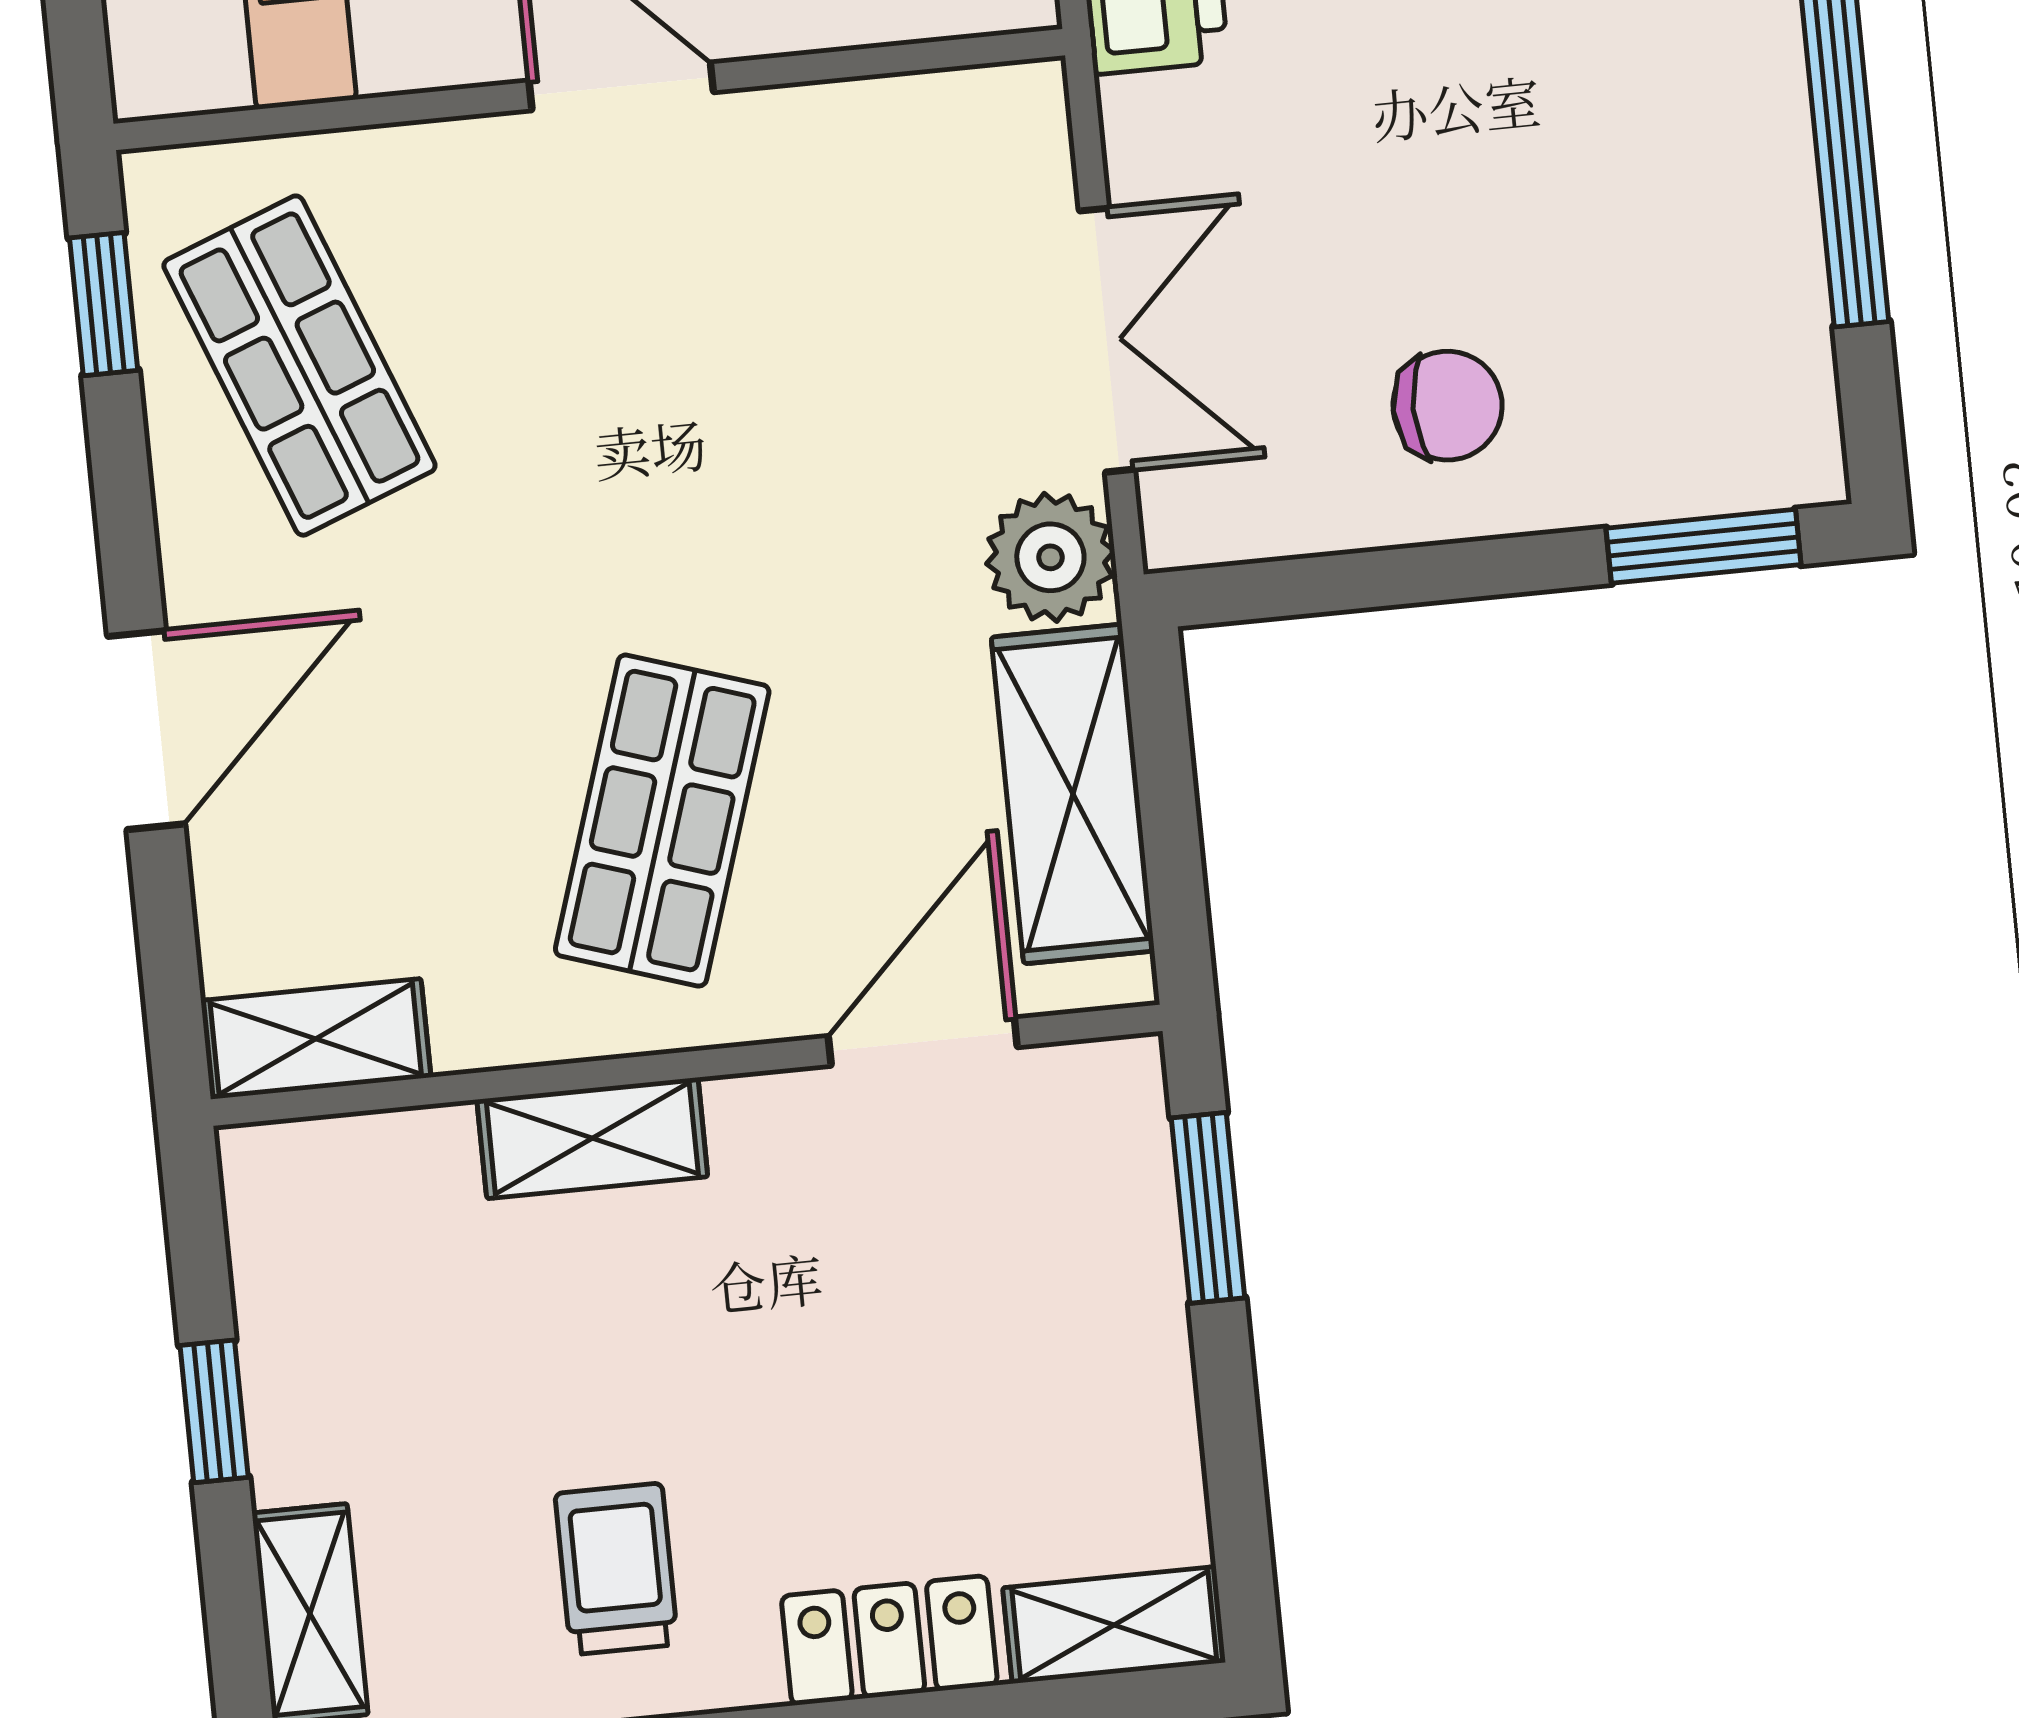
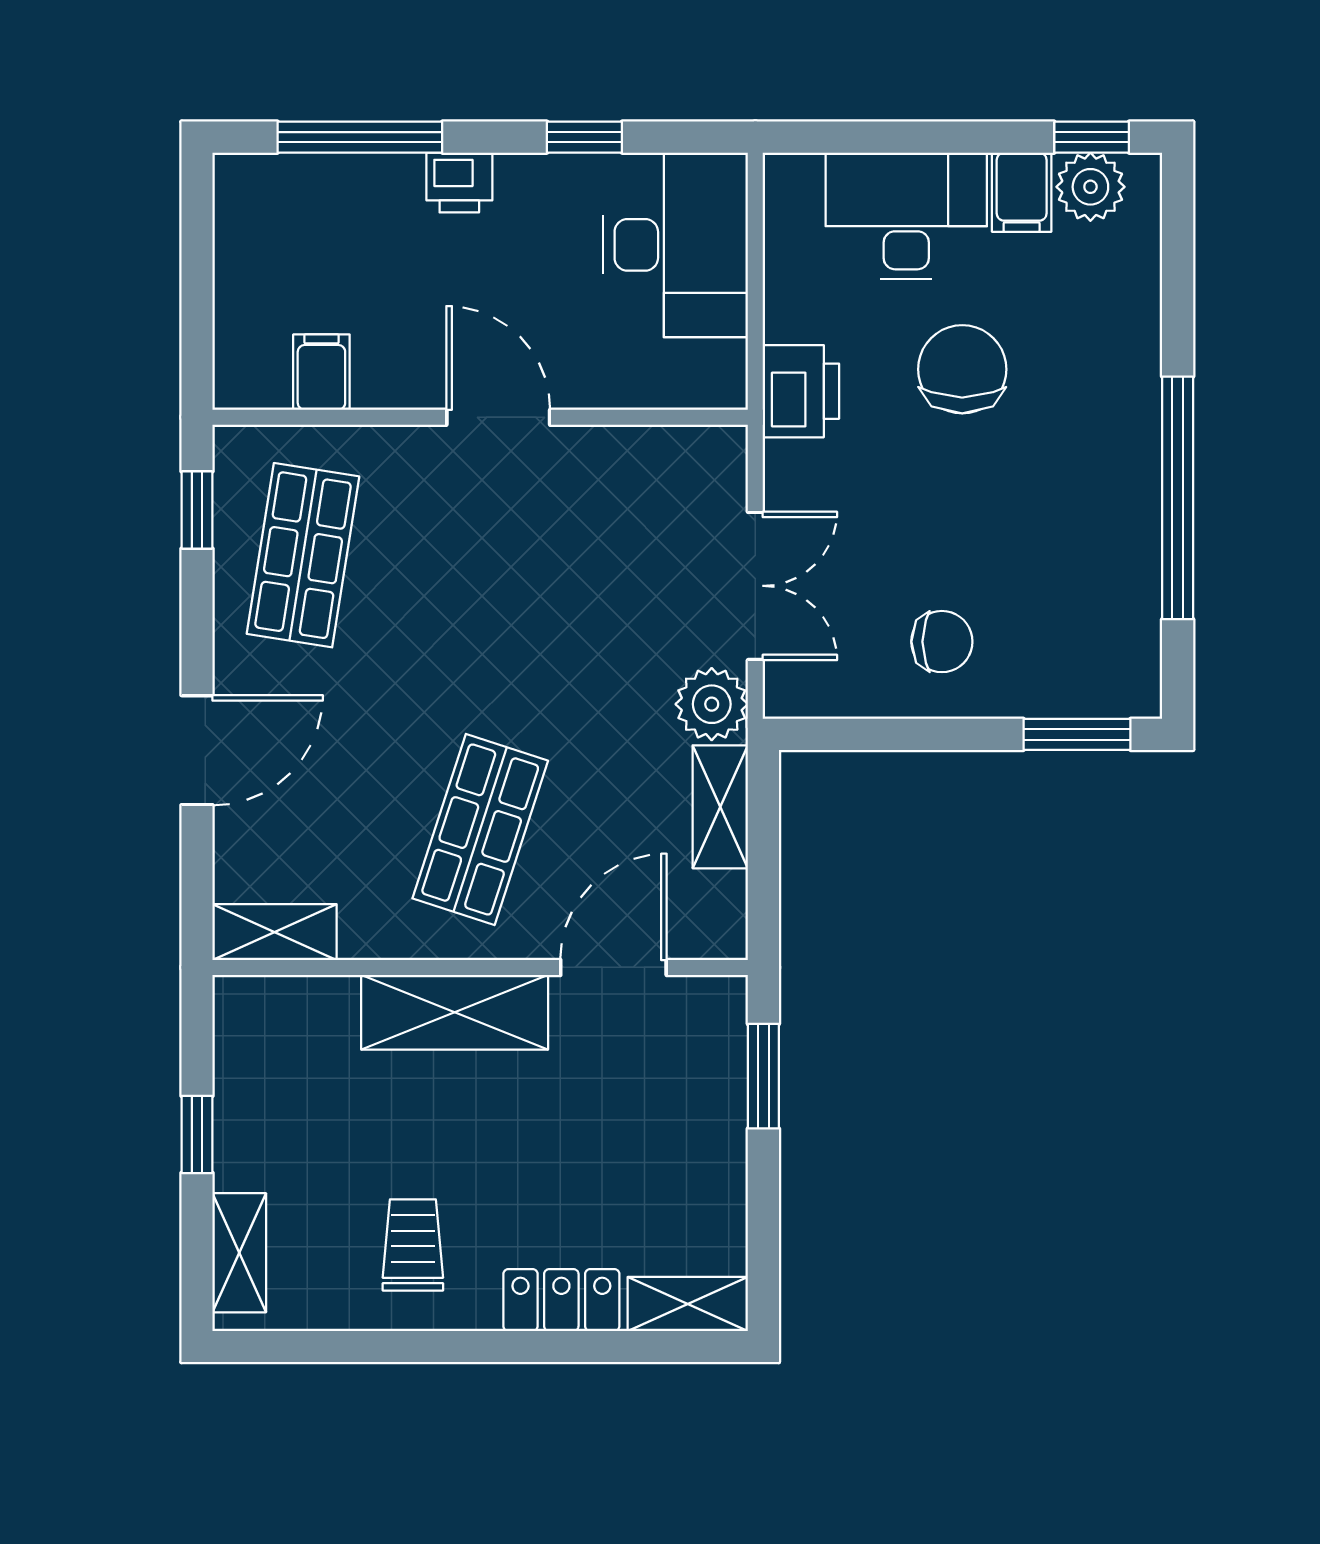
shop shelf: (299, 366) -> (303, 555), turned 30
shelving: (1073, 794) -> (720, 807), width x0.67, depth x0.75
shelving: (592, 1138) -> (455, 1012), width x1.50, depth x1.33

